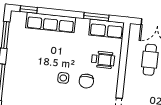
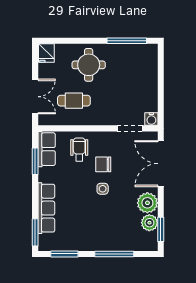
window: (29, 10) -> (35, 232), width x1.50
chair: (86, 81) -> (103, 164), turned 180

